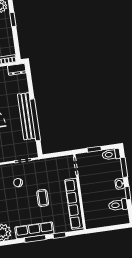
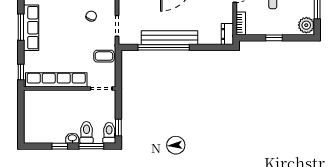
window: (13, 19) -> (274, 38), moved
window: (94, 149) -> (118, 128), moved
coffee table: (43, 198) -> (104, 56), moved
toilet: (118, 205) -> (86, 132), moved
window: (59, 235) -> (21, 72), moved

